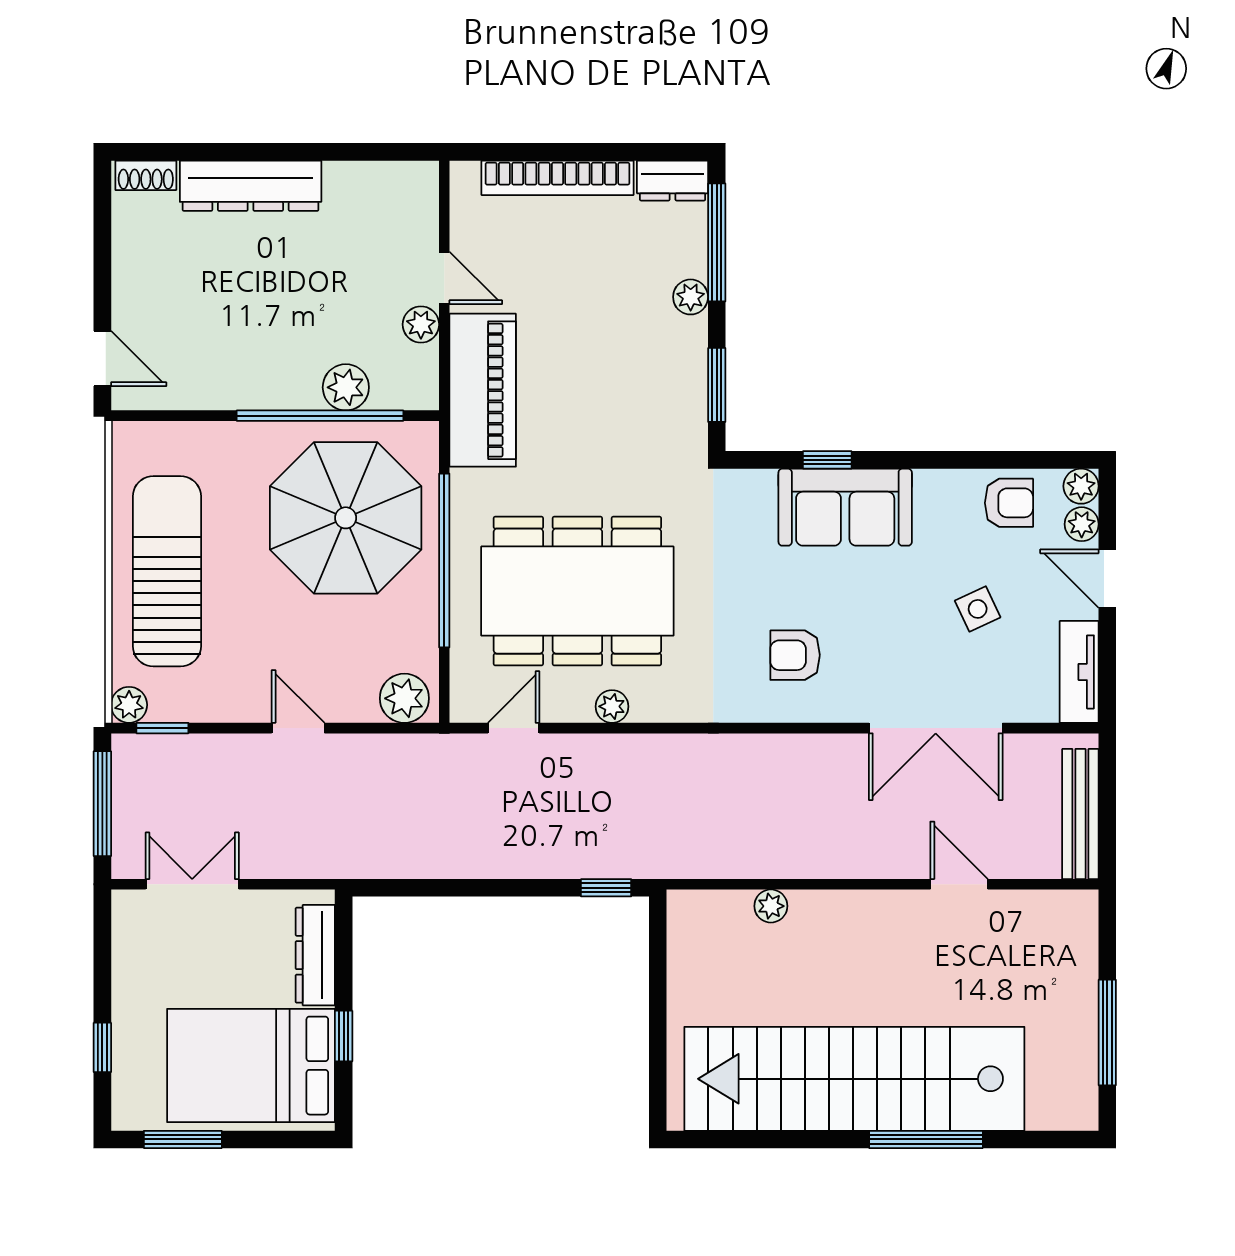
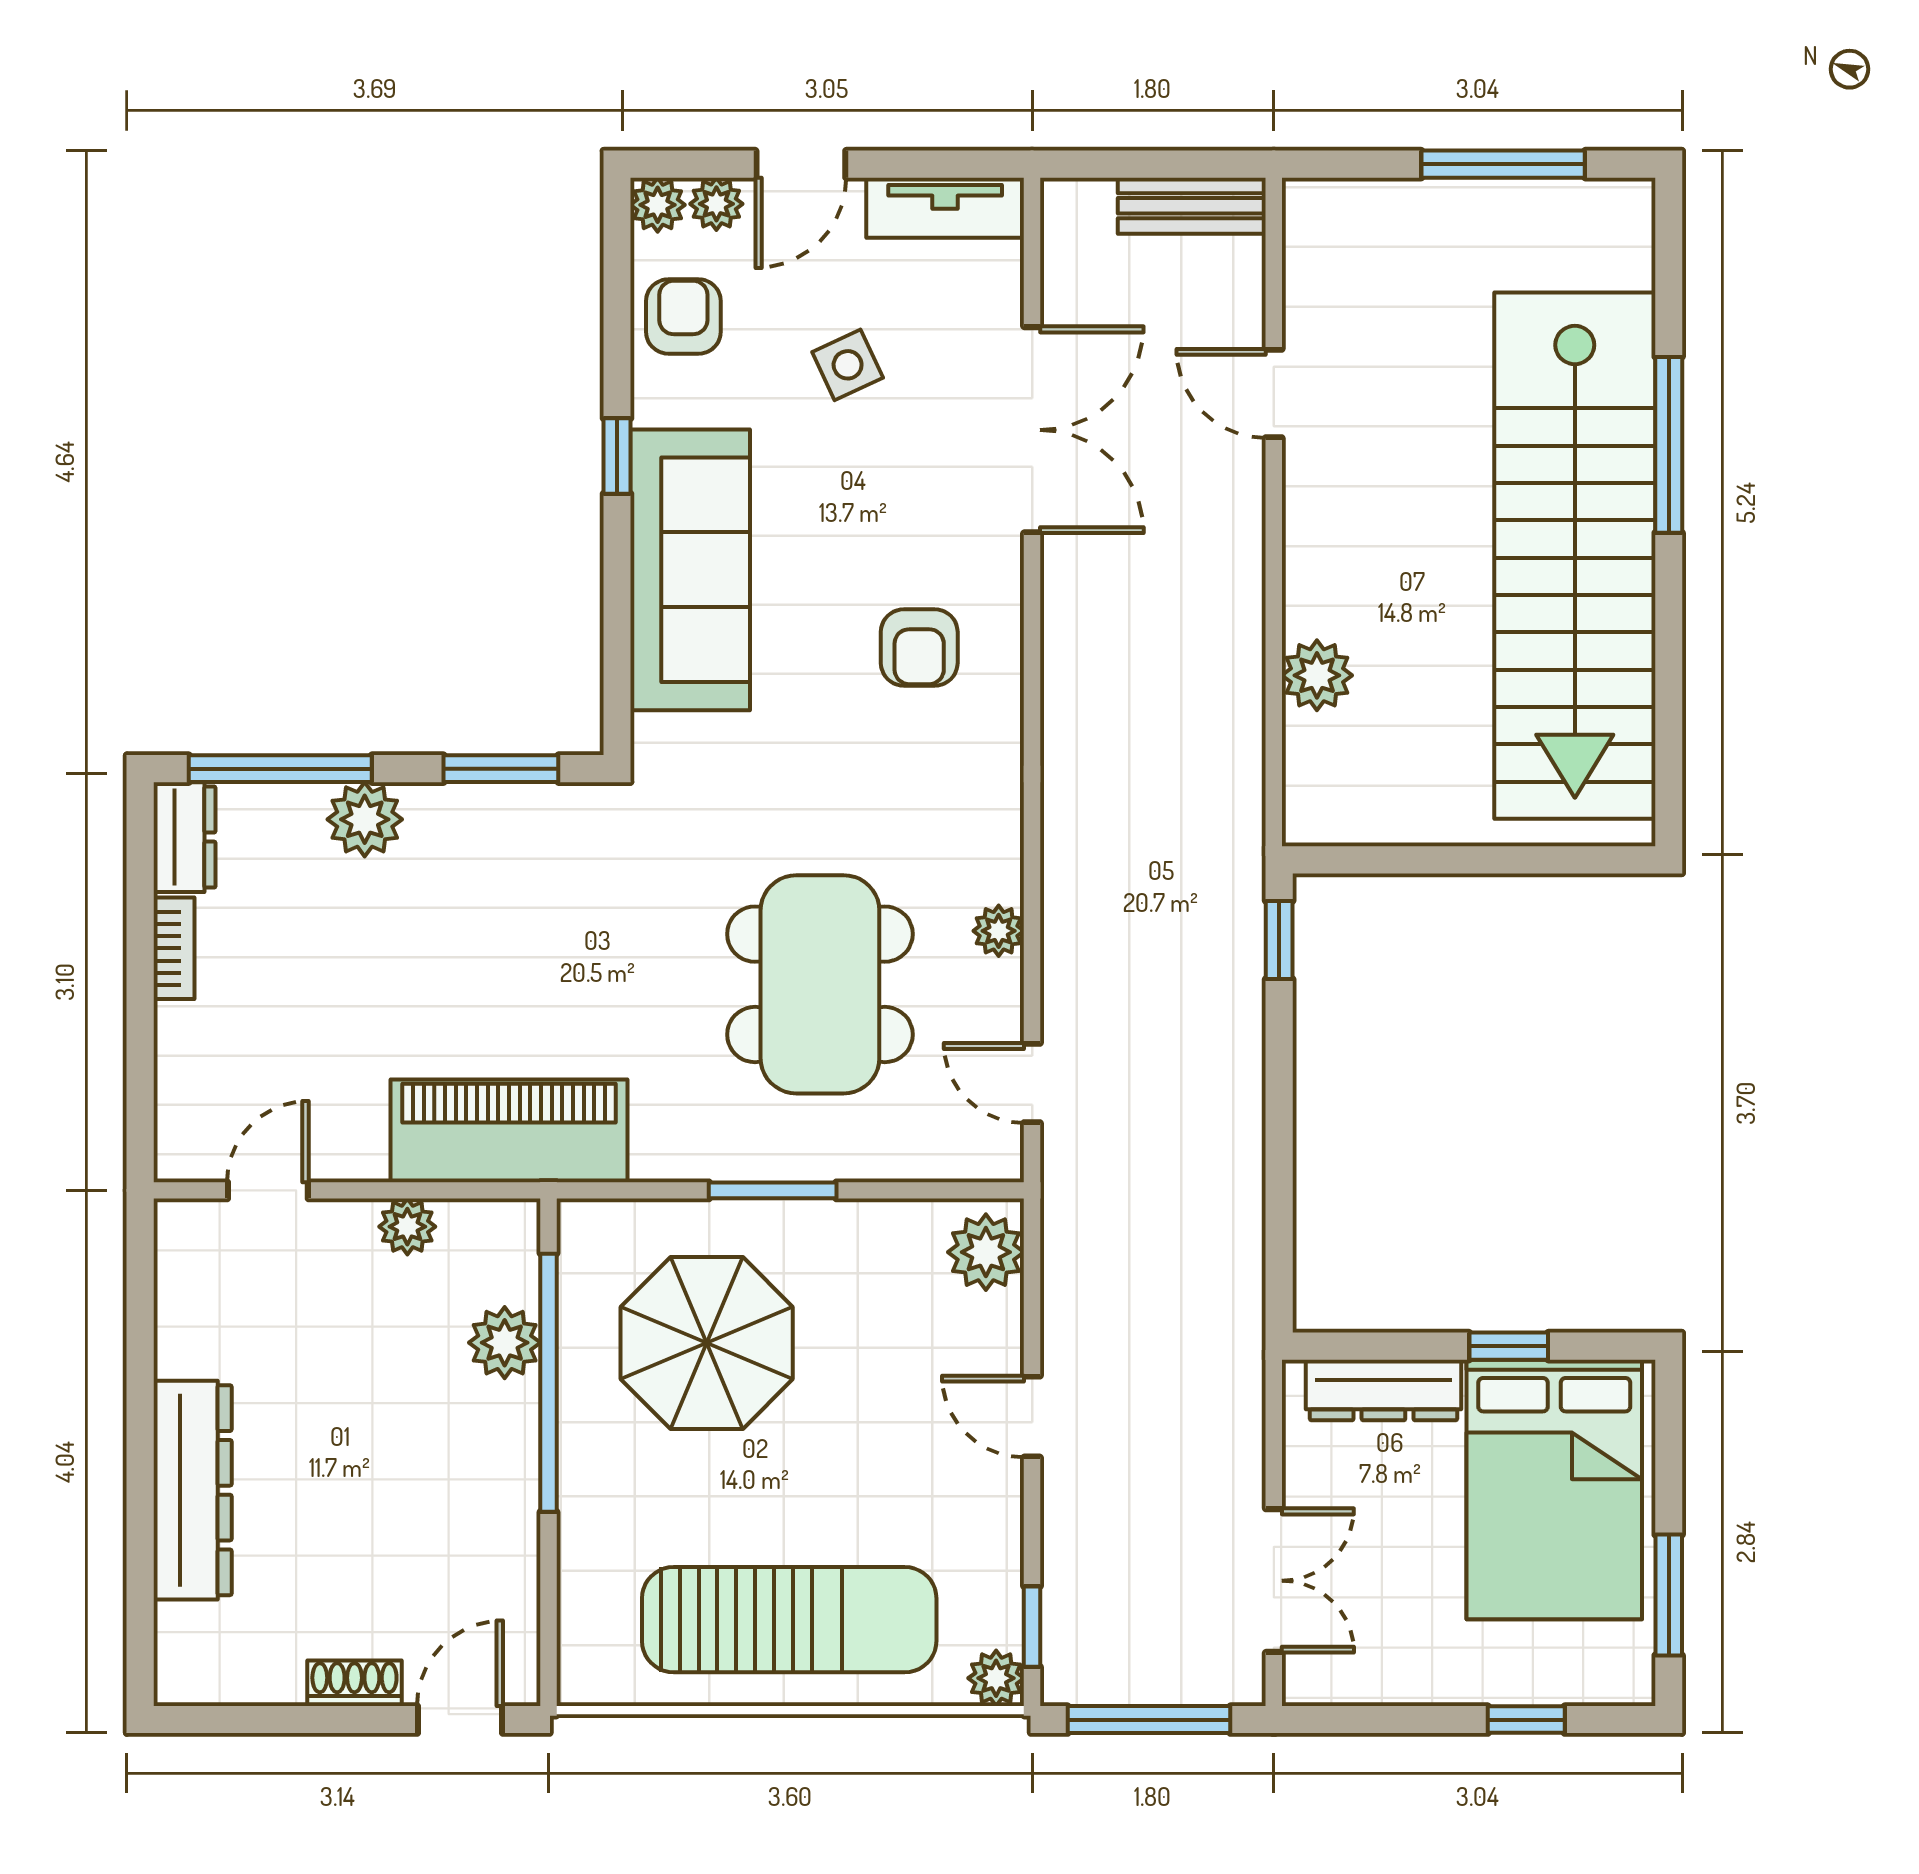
shoe rack: (146, 175) -> (354, 1683), moved, turned -90
bookcase: (557, 178) -> (174, 948), width x0.43, depth x0.76
door: (444, 278) -> (268, 1190), moved
plant: (691, 297) -> (365, 819), width x1.38, depth x1.38
window: (827, 460) -> (617, 456), moved
sofa: (845, 507) -> (690, 570), width x1.36
parasol: (346, 518) -> (707, 1343), width x0.73, depth x0.73
window: (444, 560) -> (773, 1190), width x0.47
sun lounger: (167, 571) -> (789, 1620), turned 180
dining table: (577, 591) -> (820, 984), width x0.73, depth x0.80
door: (298, 728) -> (1032, 1417), hinge flipped
bench: (1080, 814) -> (1192, 206), width x0.73
double door: (192, 884) -> (1274, 1581), swing flipped
door: (959, 884) -> (1274, 393), hinge flipped
plant: (771, 906) -> (1317, 675), width x1.38, depth x1.38

